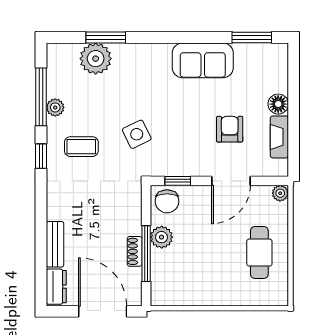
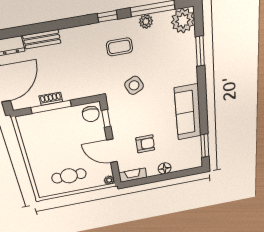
plant: (96, 59) -> (183, 21), moved
sofa: (203, 60) -> (188, 112), width x1.36
fireplace: (279, 137) -> (133, 175), moved
coffee table: (81, 147) -> (119, 47), turned 90
chair: (167, 201) -> (91, 114), turned -90
plant: (162, 237) -> (65, 115), removed

